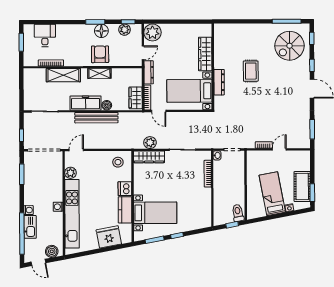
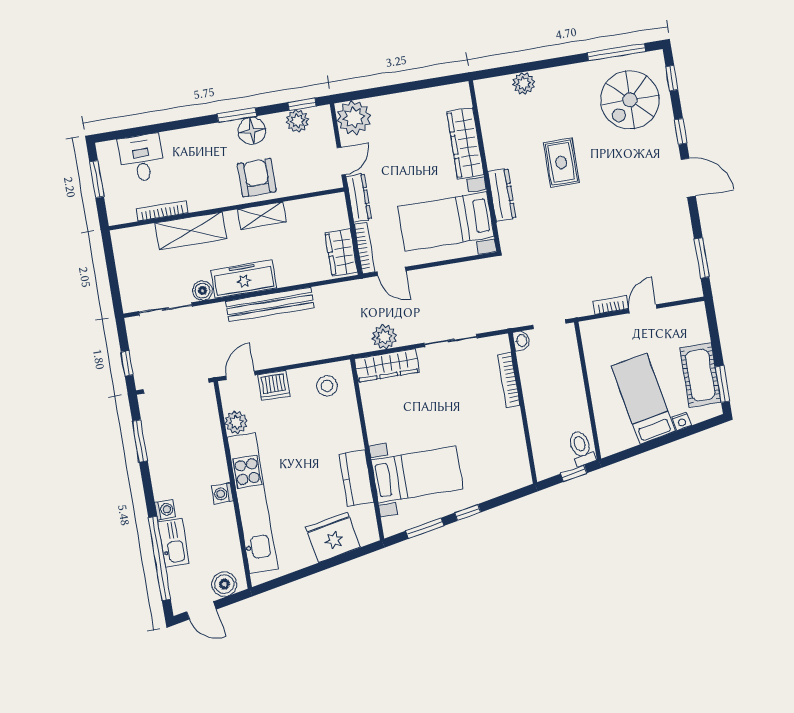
plant: (239, 29) -> (524, 83), added
boiler: (107, 105) -> (202, 291), moved
dishwasher: (125, 189) -> (274, 386), moved, turned -90

